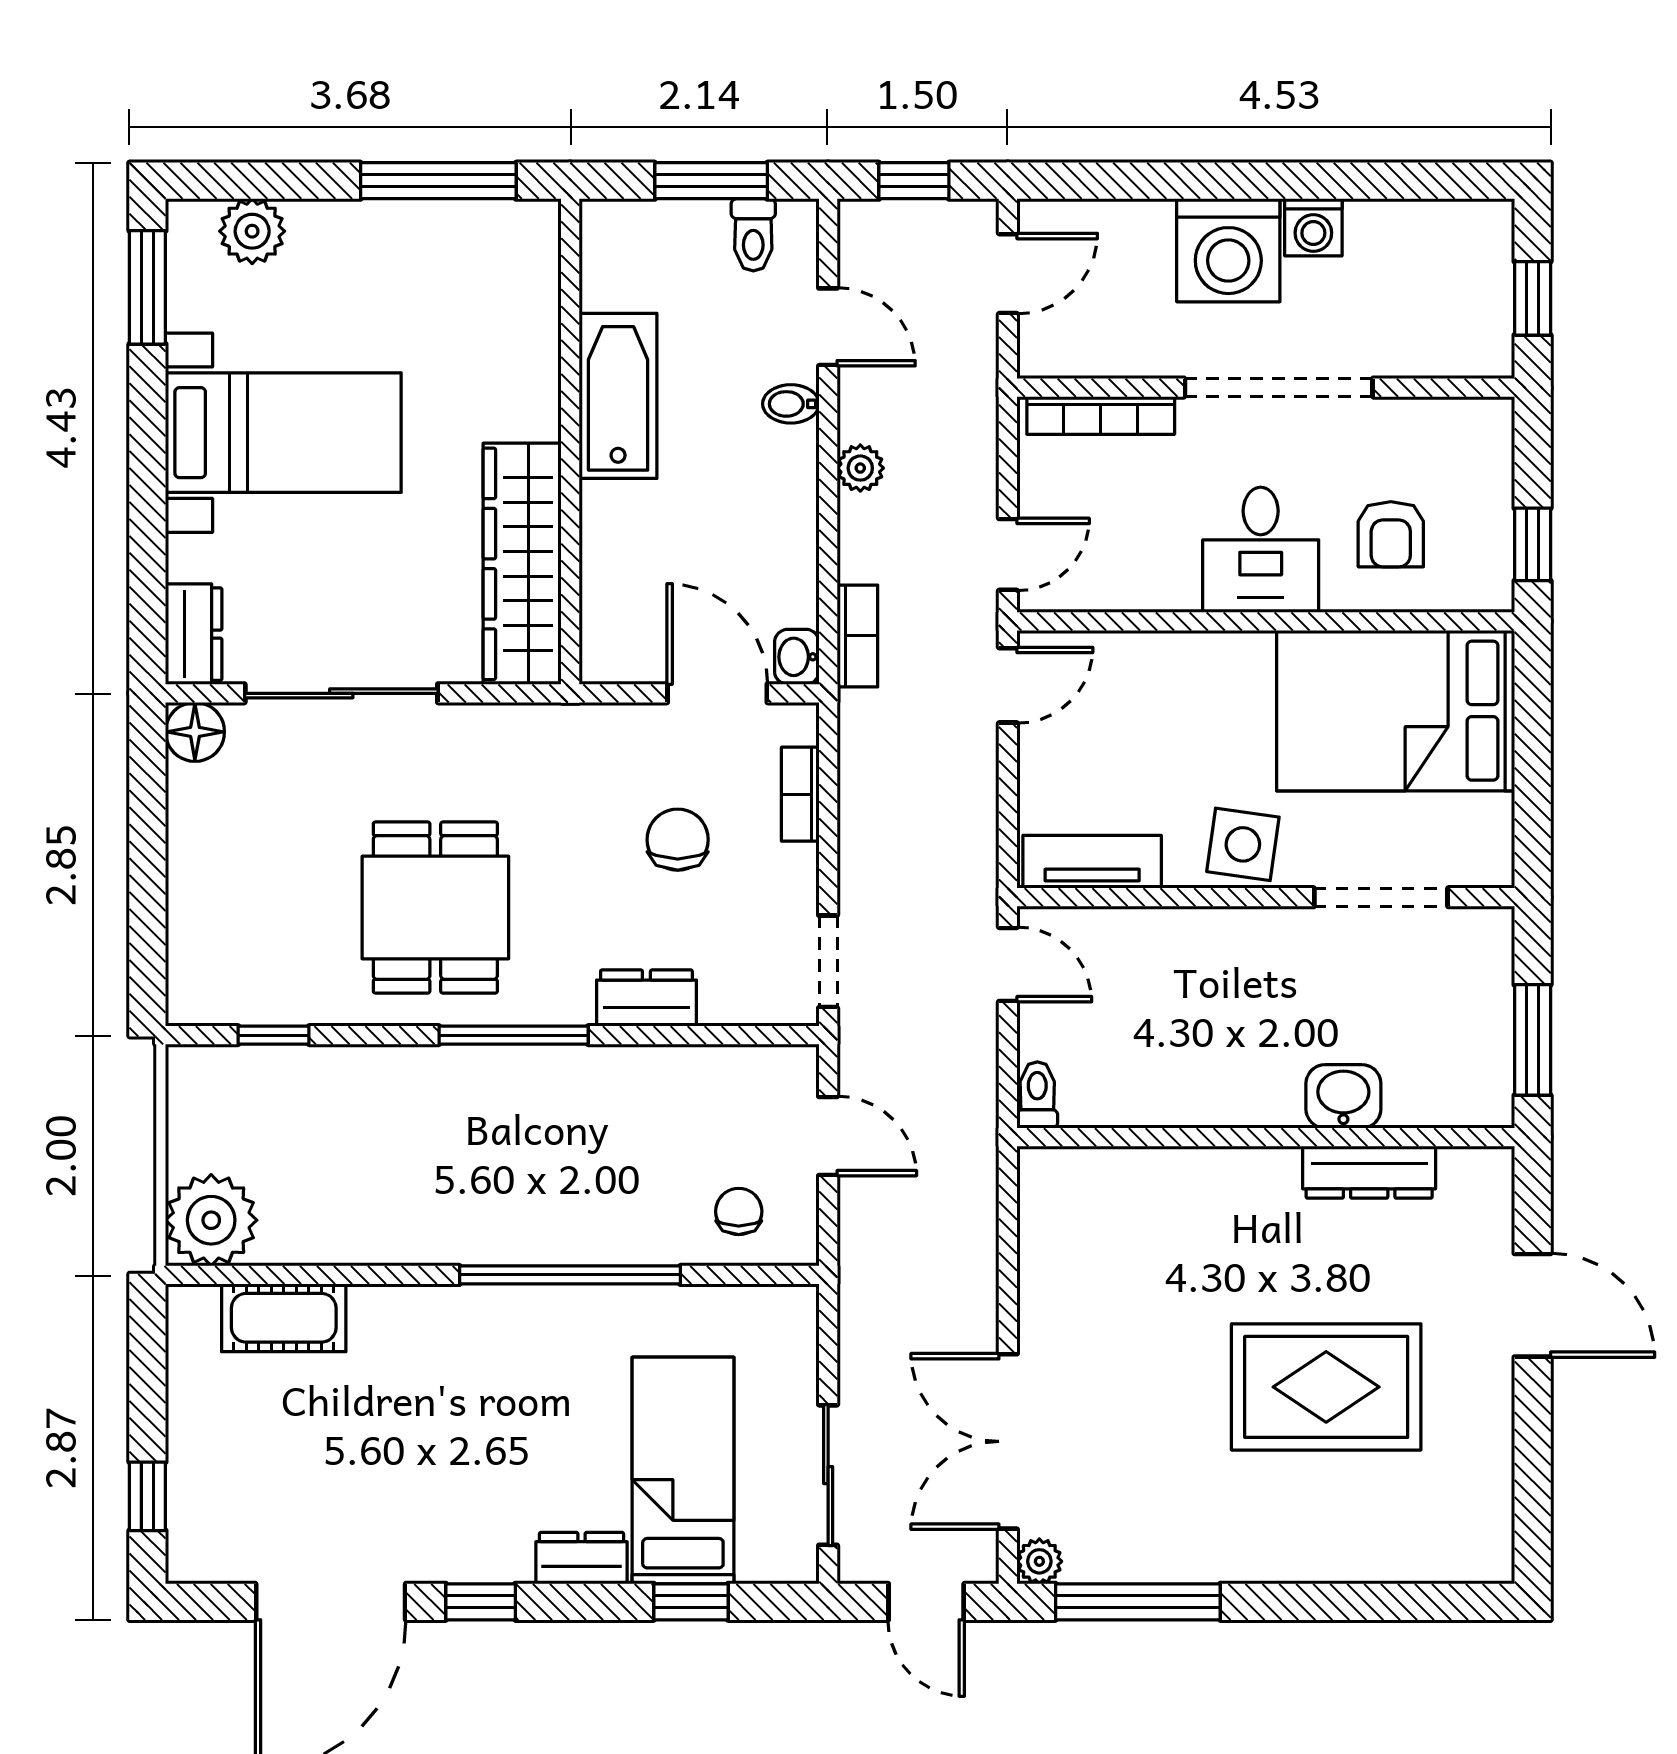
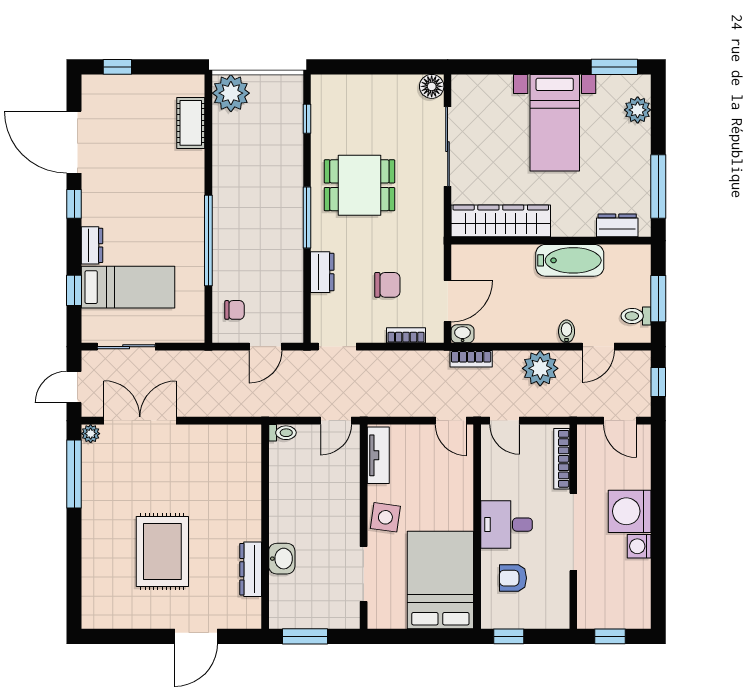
plant: (860, 468) -> (540, 368), width x1.88, depth x1.88
dresser: (194, 634) -> (617, 225), moved, turned 180

